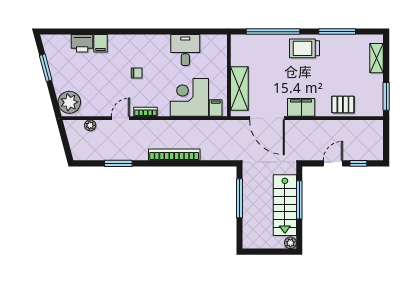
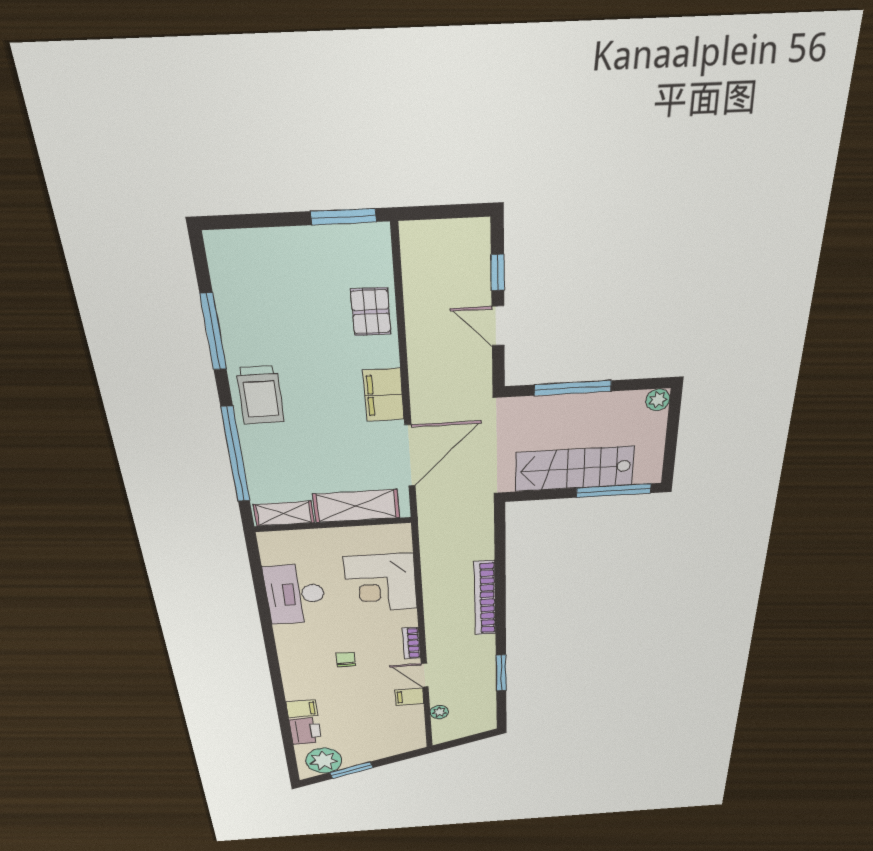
desk: (185, 50) -> (295, 594), width x1.37
shelving: (376, 58) -> (284, 514), moved
plant: (69, 102) -> (324, 761), moved
filing cabinet: (216, 108) -> (409, 697), moved
window: (239, 198) -> (614, 491), moved
stairs: (285, 205) -> (575, 469), moved, turned 180

